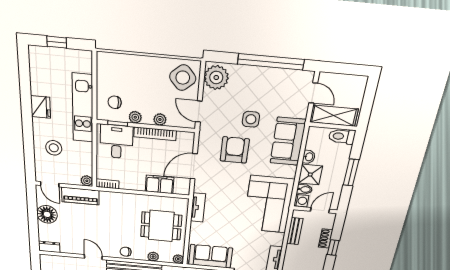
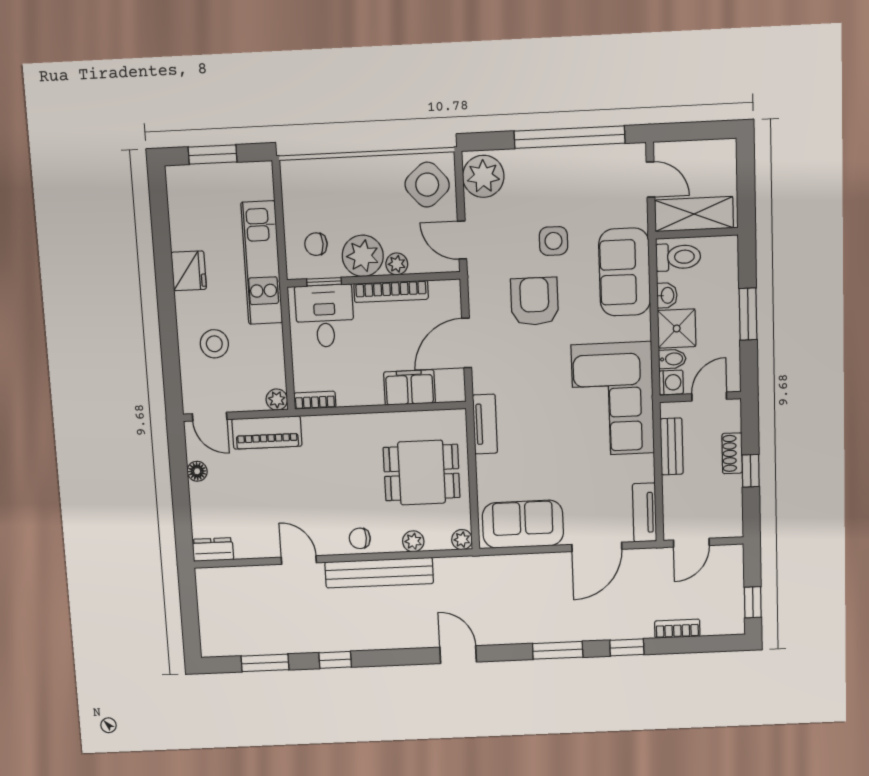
window: (57, 42) -> (213, 155), width x1.50
plant: (135, 117) -> (363, 256), width x1.88, depth x1.88
toilet: (342, 136) -> (678, 257), moved, turned 180
floor lamp: (47, 214) -> (197, 471), width x0.53, depth x0.53

